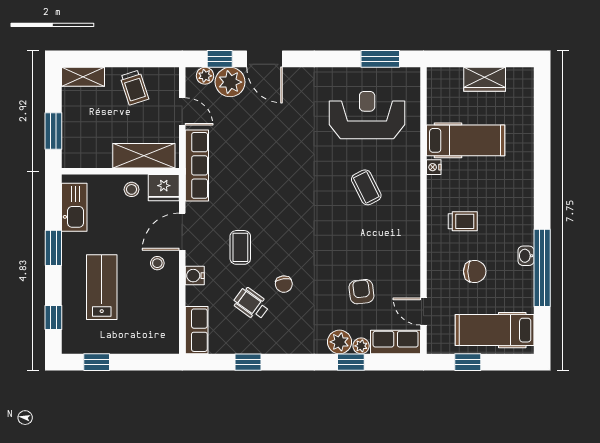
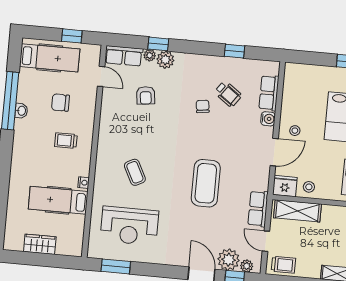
trolley: (134, 88) -> (283, 265), moved, turned 108
row of seats: (197, 165) -> (258, 209), width x0.68
coffee table: (240, 247) -> (206, 183), moved, width x1.86, depth x1.72
row of seats: (197, 330) -> (269, 93), moved

